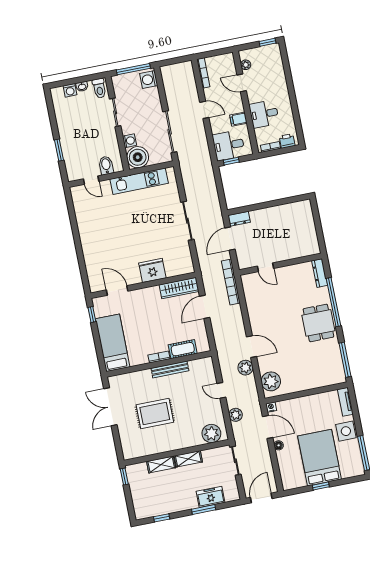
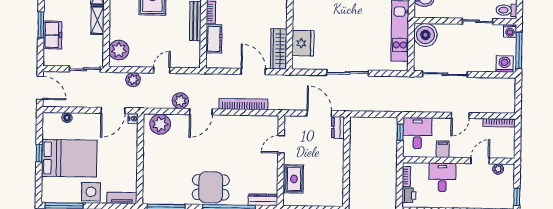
washing machine: (129, 141) -> (510, 31), moved
rug: (295, 249) -> (294, 179), added
fridge: (152, 270) -> (303, 43), moved
bookcase: (231, 282) -> (243, 104), moved
floor lamp: (279, 445) -> (67, 118), moved

